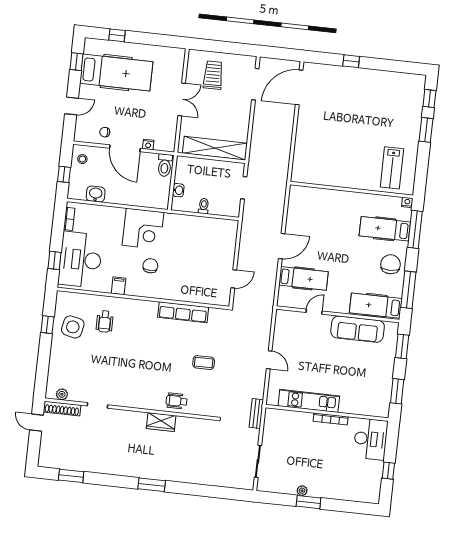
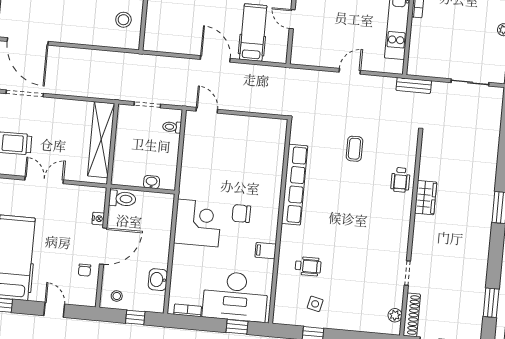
stool: (316, 169) -> (123, 20), added
toilet: (204, 206) -> (172, 127), moved
door: (234, 279) -> (207, 110), moved
row of seats: (183, 312) -> (295, 185), width x1.36
side table: (73, 327) -> (315, 304), width x0.54, depth x0.54

